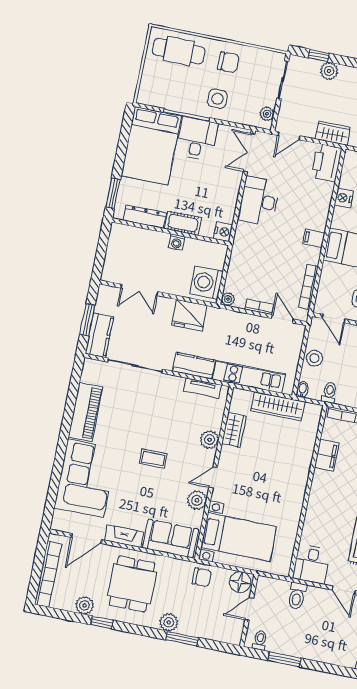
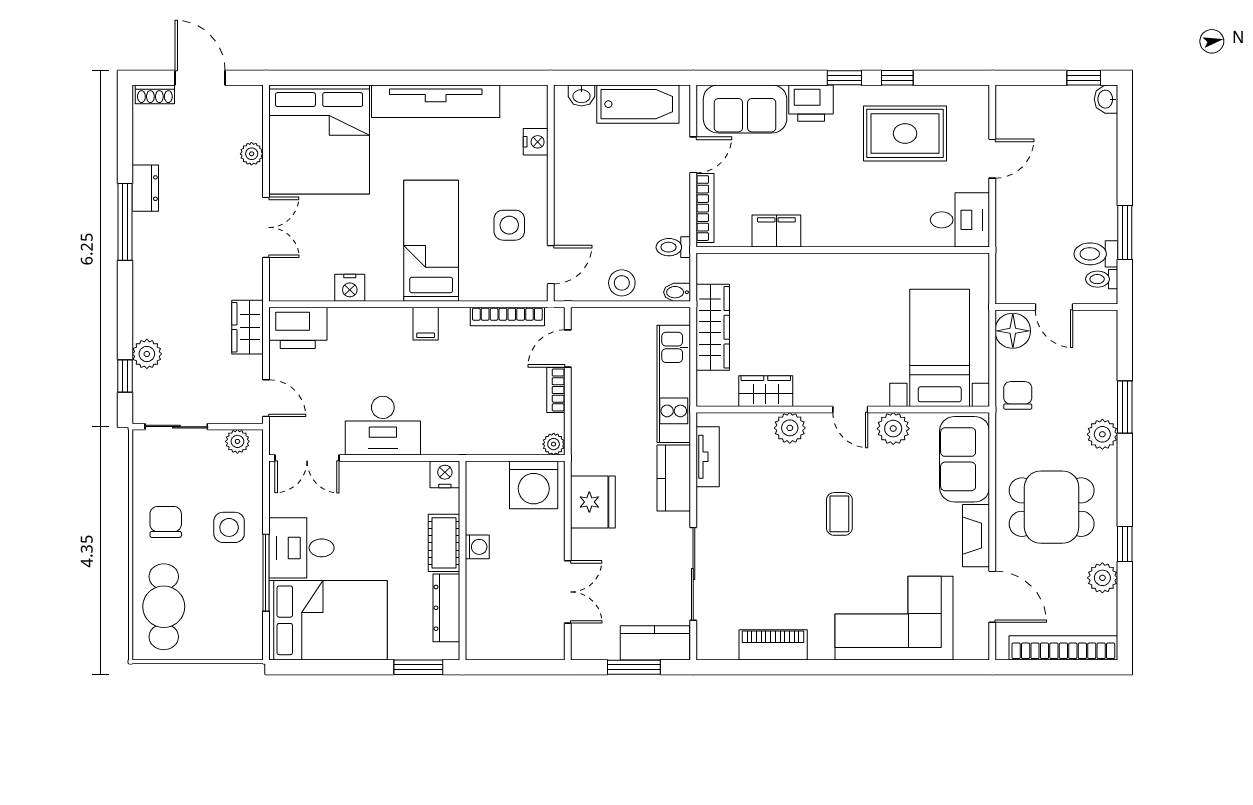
piano: (86, 412) -> (773, 645), width x0.73, depth x0.75
toilet: (297, 596) -> (1096, 254), moved, turned 180

